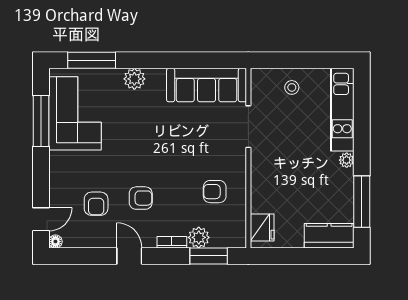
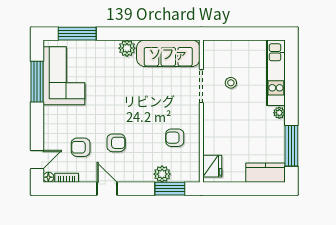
plant: (134, 79) -> (127, 48), moved
stool: (292, 87) -> (231, 83), moved
armchair: (96, 204) -> (81, 147), turned 90
bookcase: (172, 242) -> (67, 178), moved

